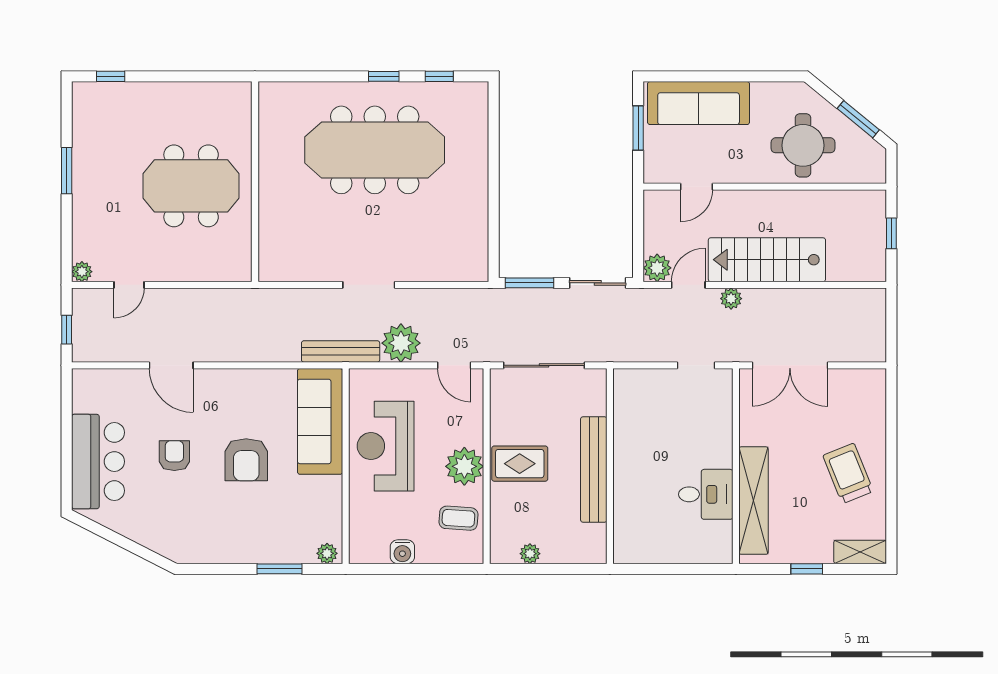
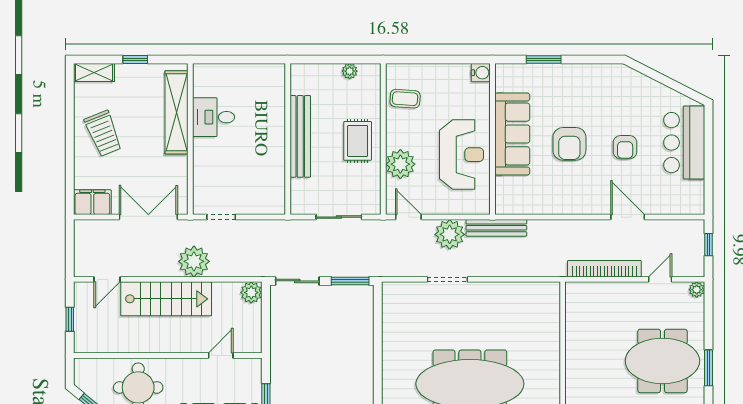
meeting table: (191, 186) -> (662, 361), moved
doorway: (369, 285) -> (447, 279), moved
door: (688, 285) -> (107, 279), moved
bookcase: (201, 299) -> (604, 269), added
plant: (731, 299) -> (194, 261), width x1.88, depth x1.88
sliding door: (544, 365) -> (339, 217), width x0.73
filing cabinet: (862, 385) -> (92, 202), added
sofa: (320, 421) -> (512, 134), moved
armchair: (246, 460) -> (569, 144), turned 180
rug: (520, 464) -> (358, 141), turned 90
plant: (464, 466) -> (400, 164), moved
water cooler: (402, 552) -> (481, 73), moved, turned 90
plant: (327, 553) -> (507, 71), removed

